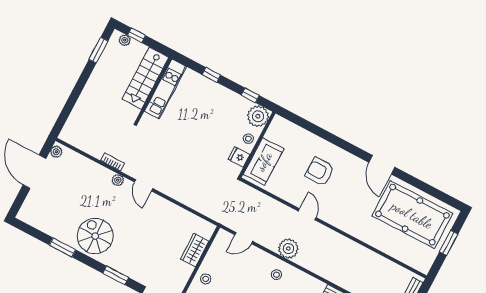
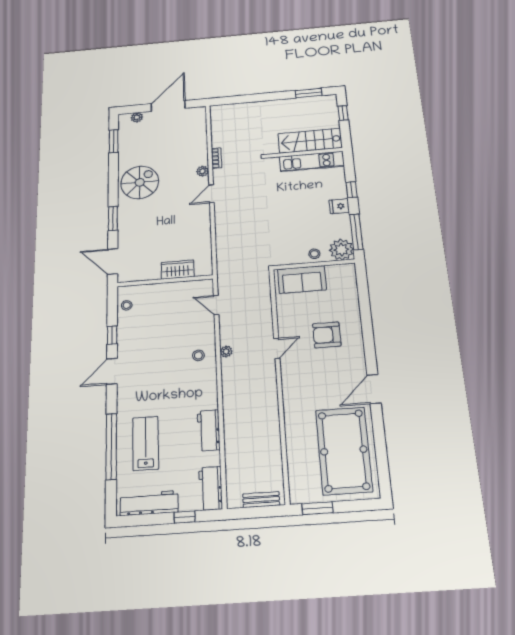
plant: (125, 40) -> (332, 107), removed
window: (250, 95) -> (356, 232), width x2.17
plant: (56, 152) -> (137, 117), moved
fridge: (239, 157) -> (339, 206), moved, turned -90
armchair: (320, 172) -> (327, 335), turned -90
window: (449, 243) -> (317, 508), moved
window: (63, 247) -> (114, 141), moved
plant: (288, 249) -> (226, 352), width x0.53, depth x0.53
stool: (206, 279) -> (155, 295), removed

